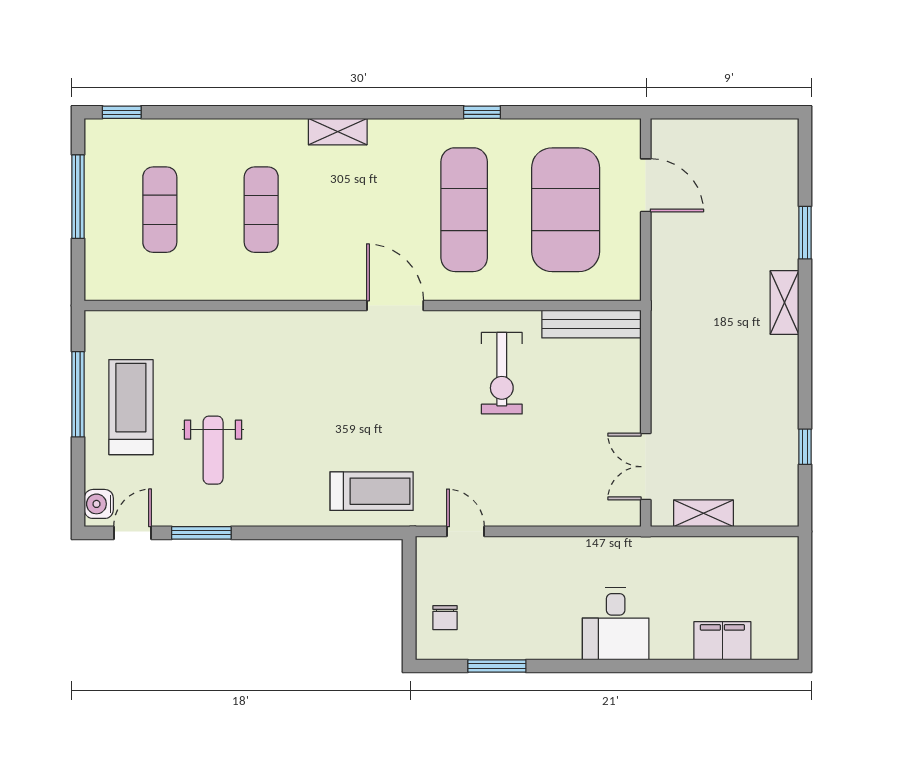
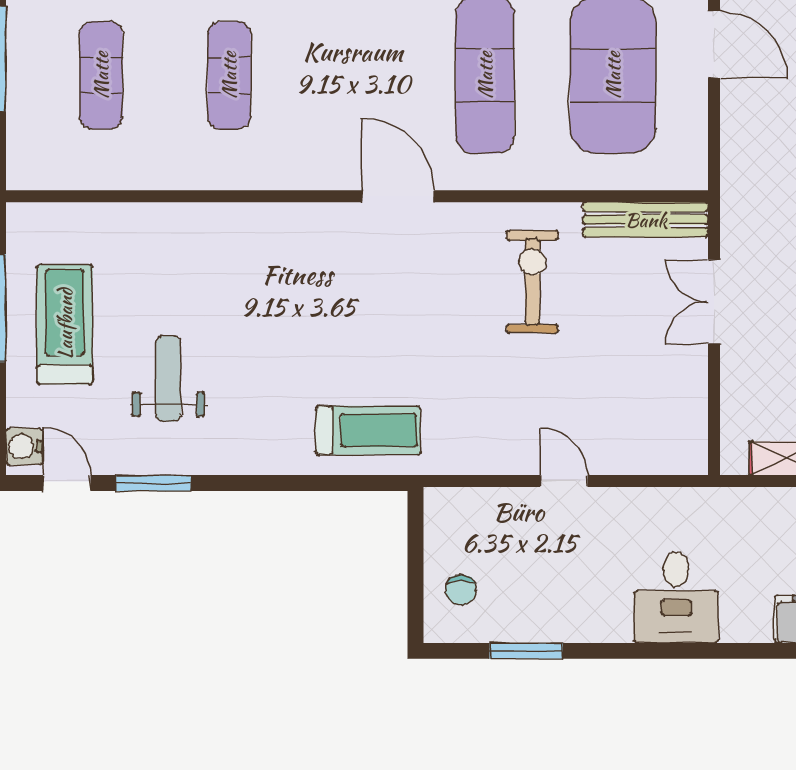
exercise bike: (502, 373) -> (532, 282), turned 180
weight bench: (213, 450) -> (168, 379), turned 180
double door: (646, 467) -> (714, 302), moved
door: (465, 531) -> (564, 481), moved
door: (133, 533) -> (67, 483), hinge flipped

